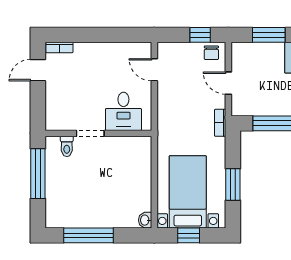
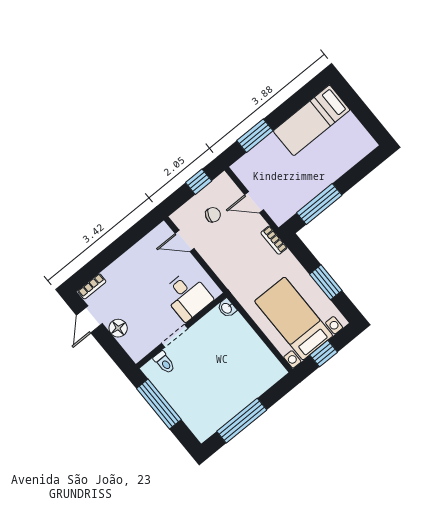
chair: (211, 53) -> (213, 215), moved, turned -70
floor lamp: (54, 94) -> (118, 328), added
washbasin: (145, 220) -> (227, 308), moved

